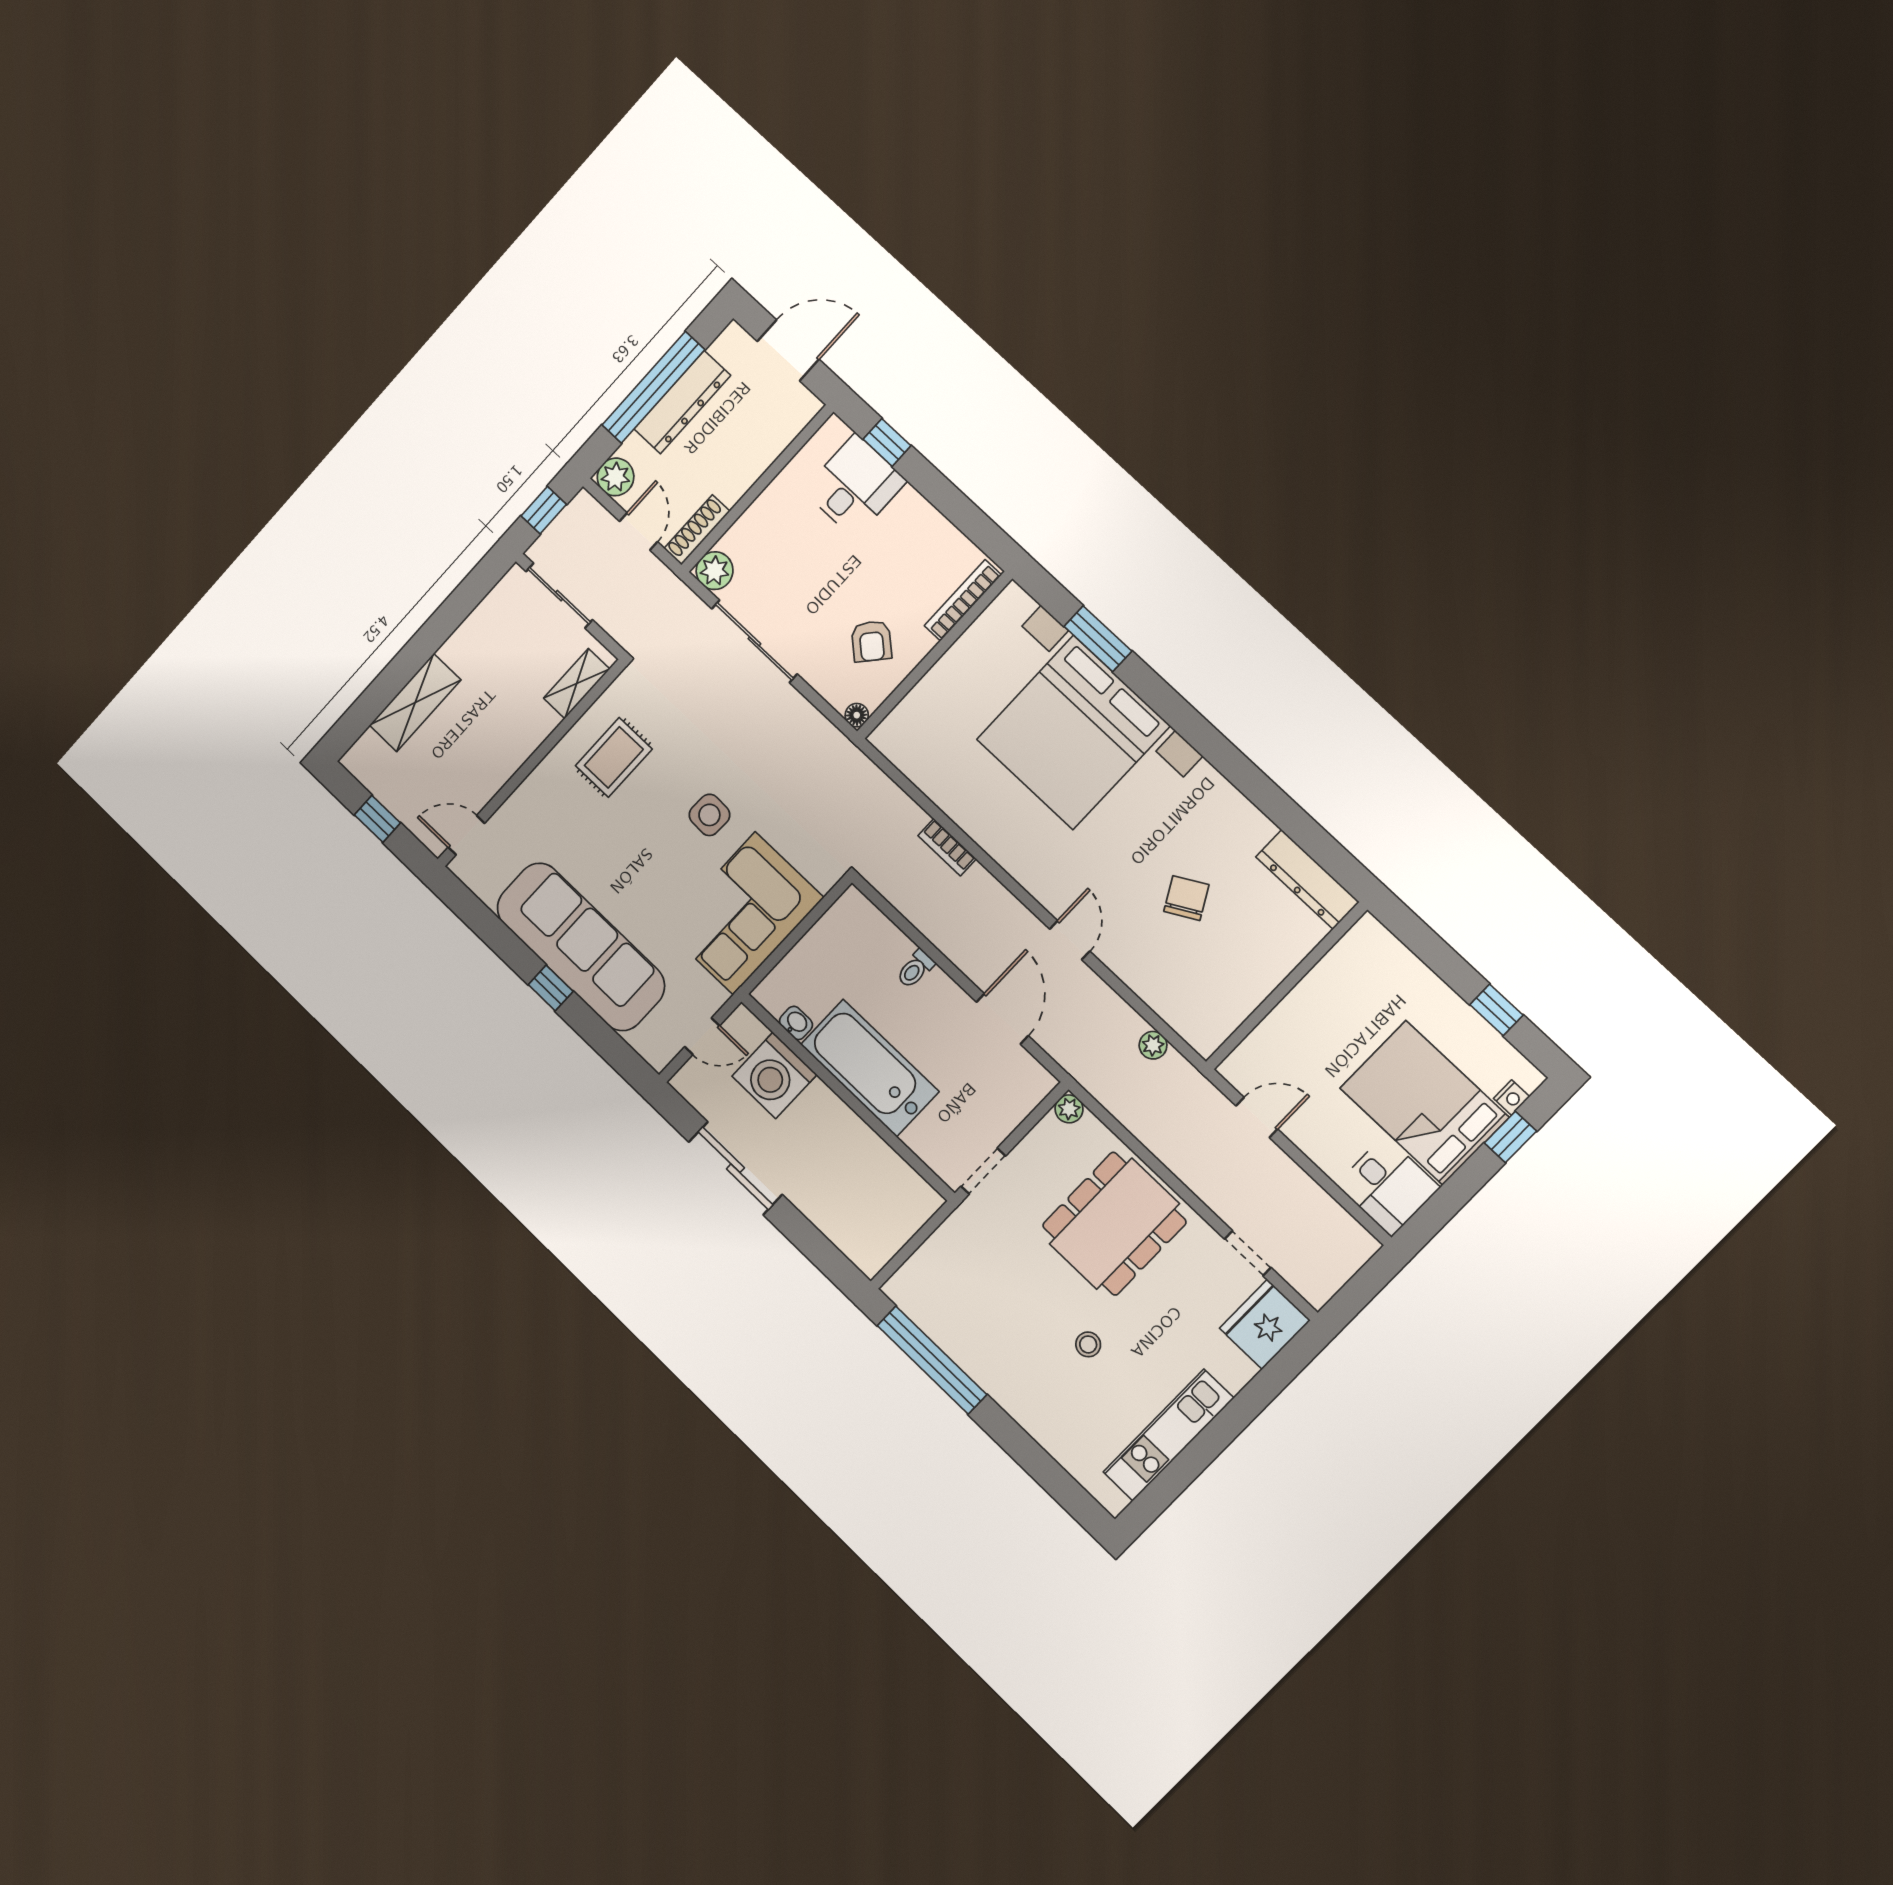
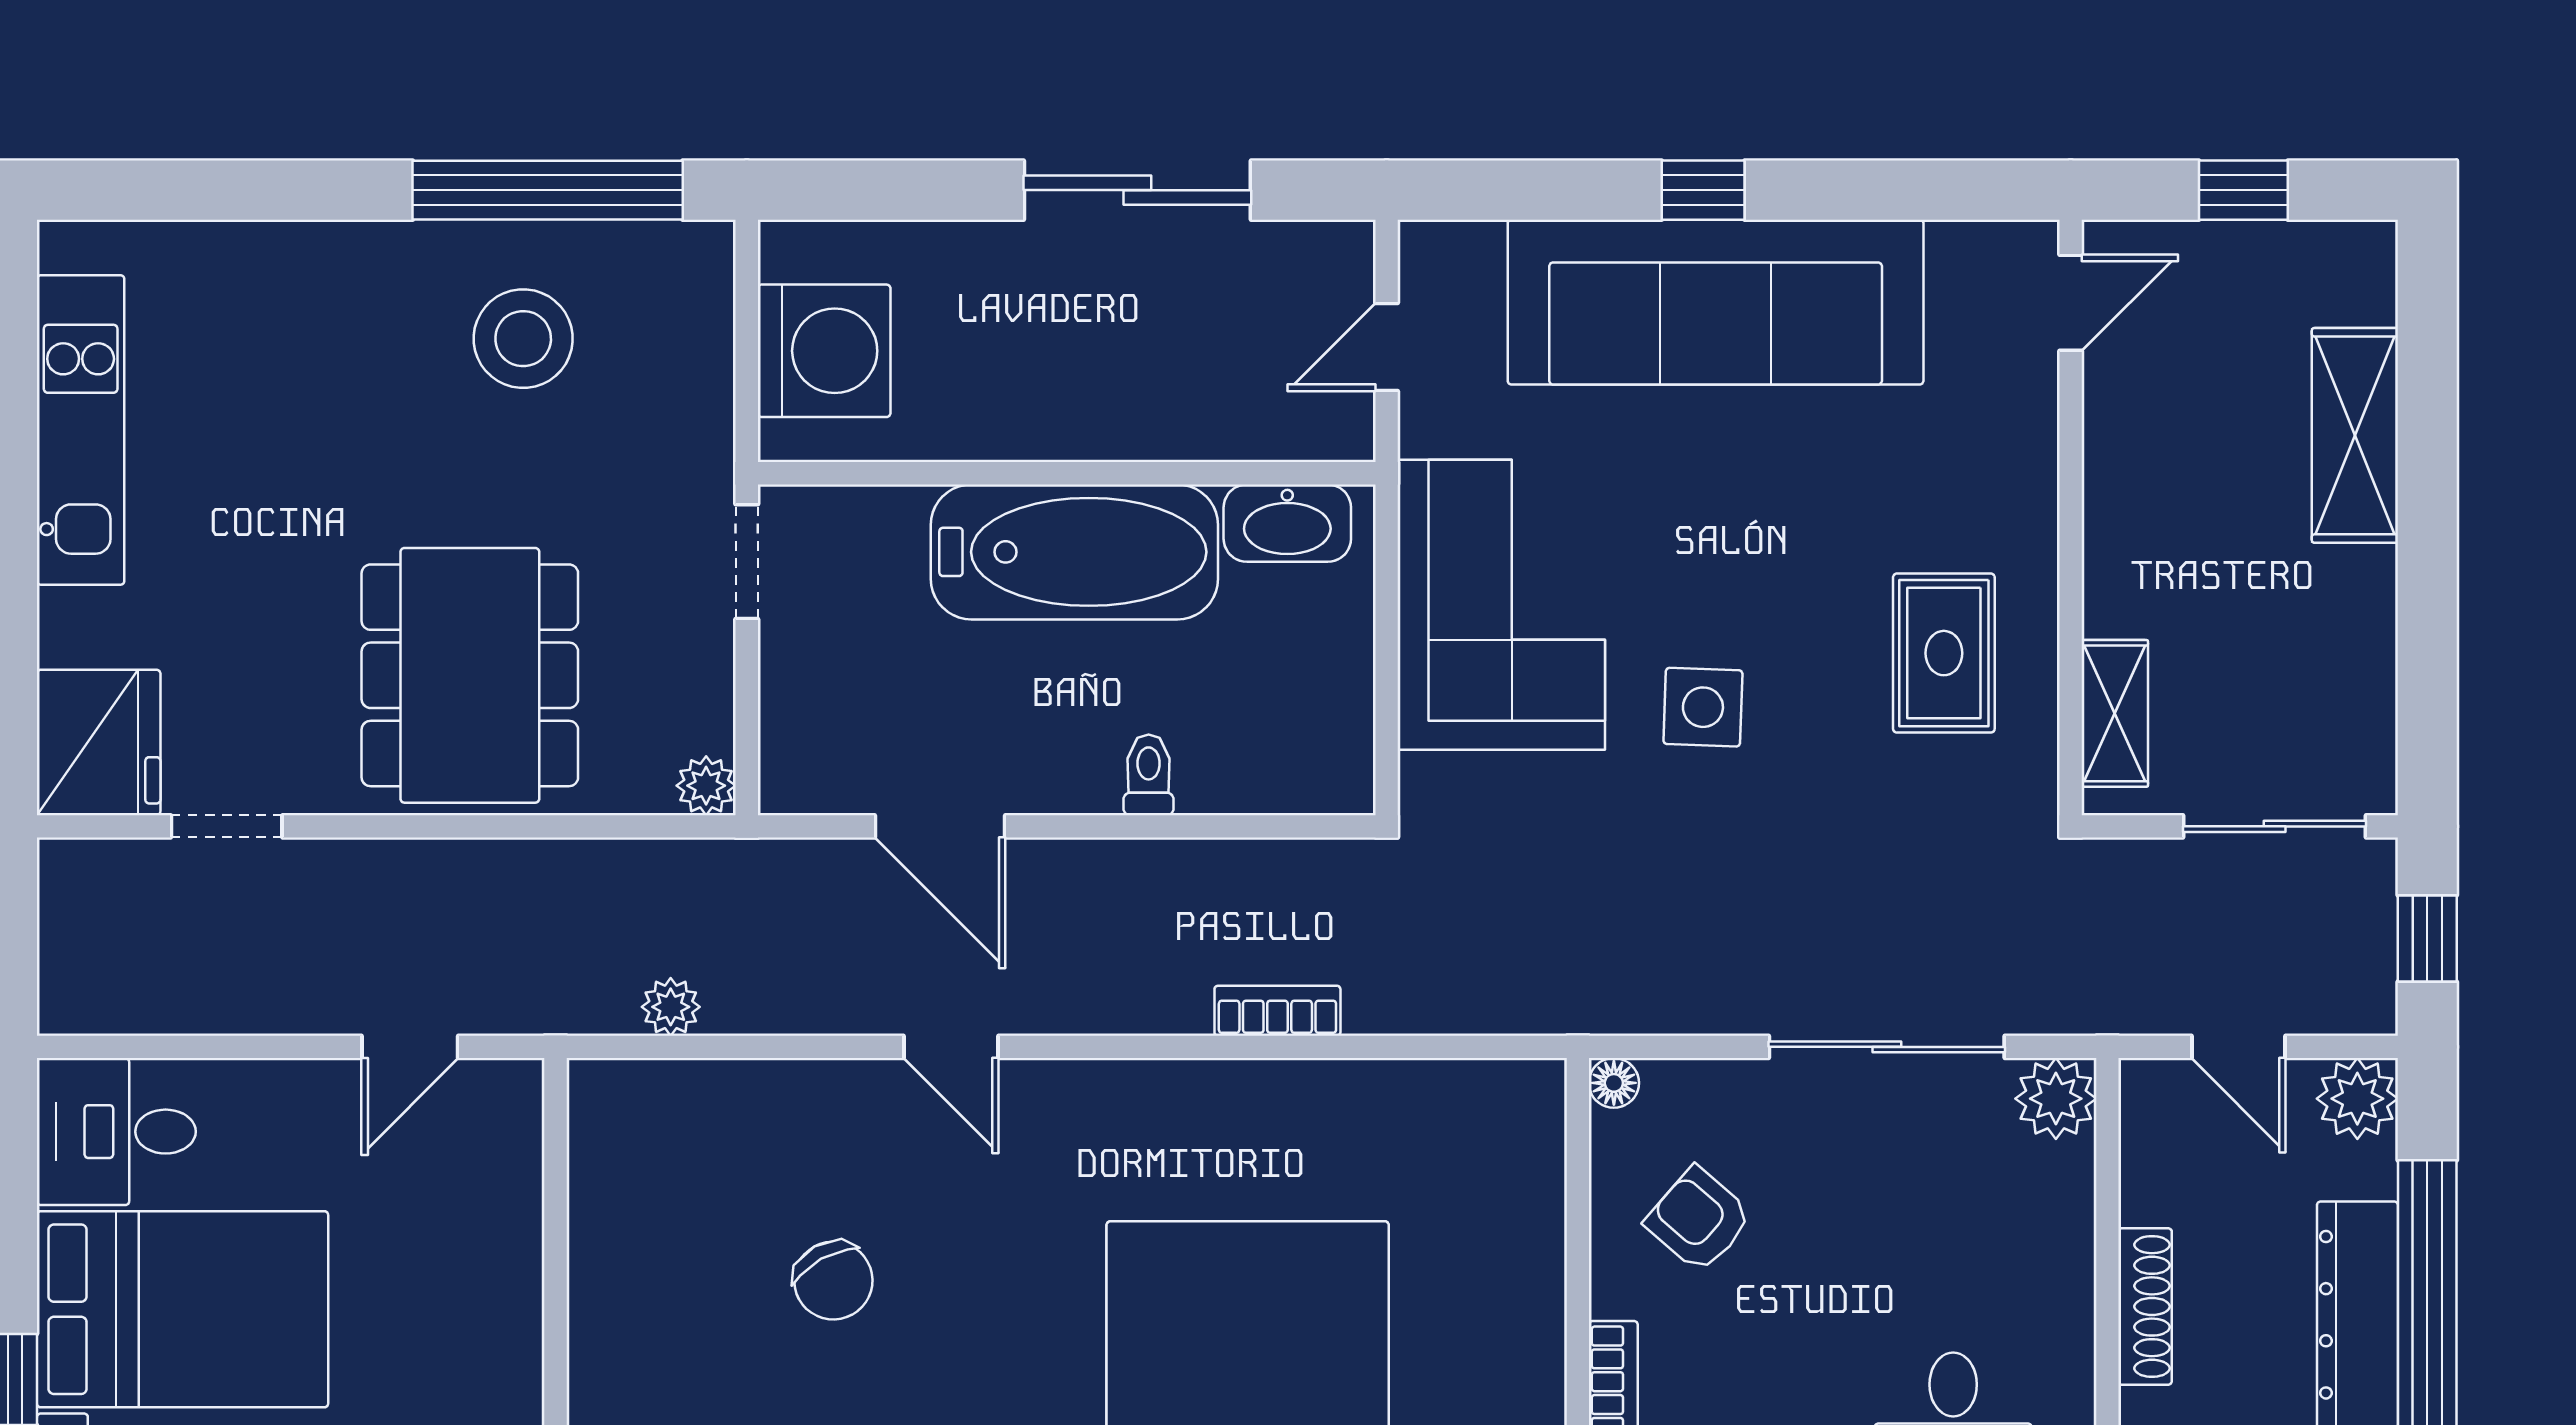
shoe rack: (697, 530) -> (2145, 1306), moved
washbasin: (796, 1023) -> (1287, 523), width x1.91, depth x1.45
washing machine: (774, 1075) -> (824, 351), moved, turned 90
stool: (1088, 1344) -> (523, 339), moved, width x1.89, depth x1.89

